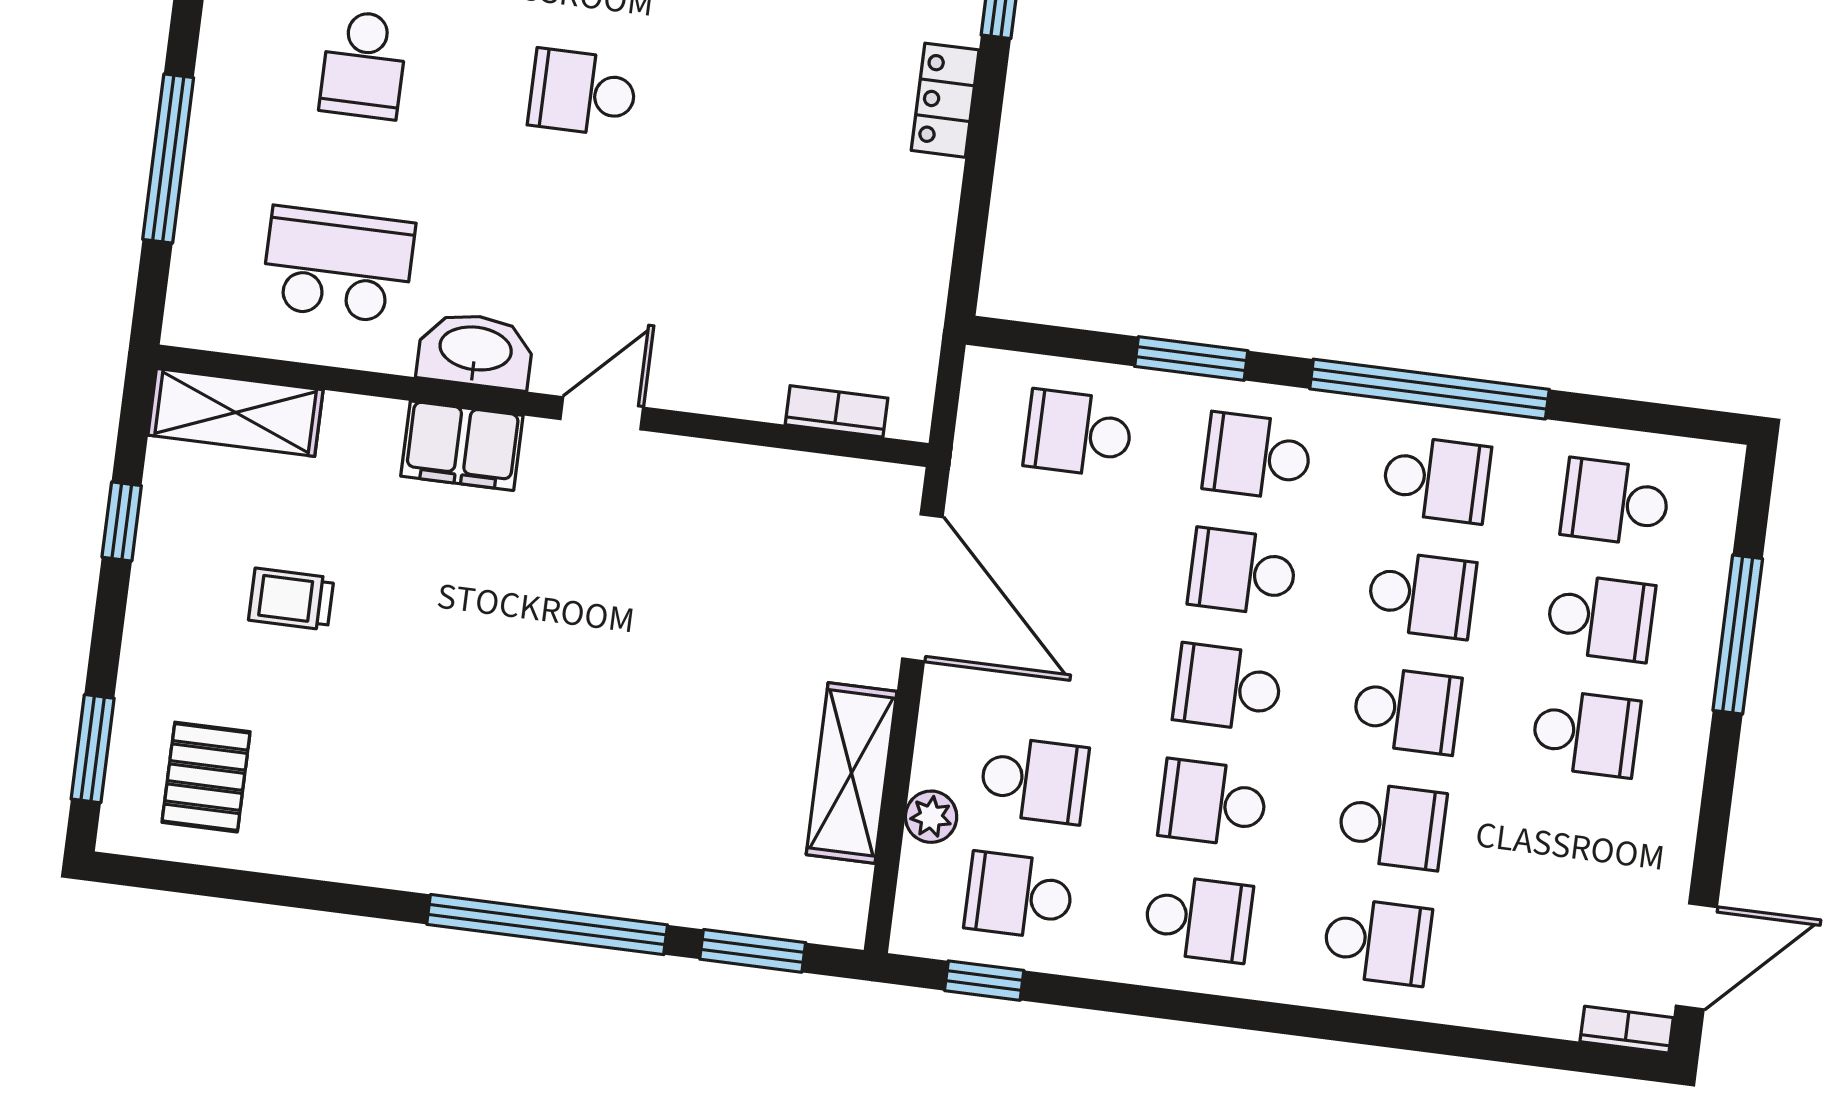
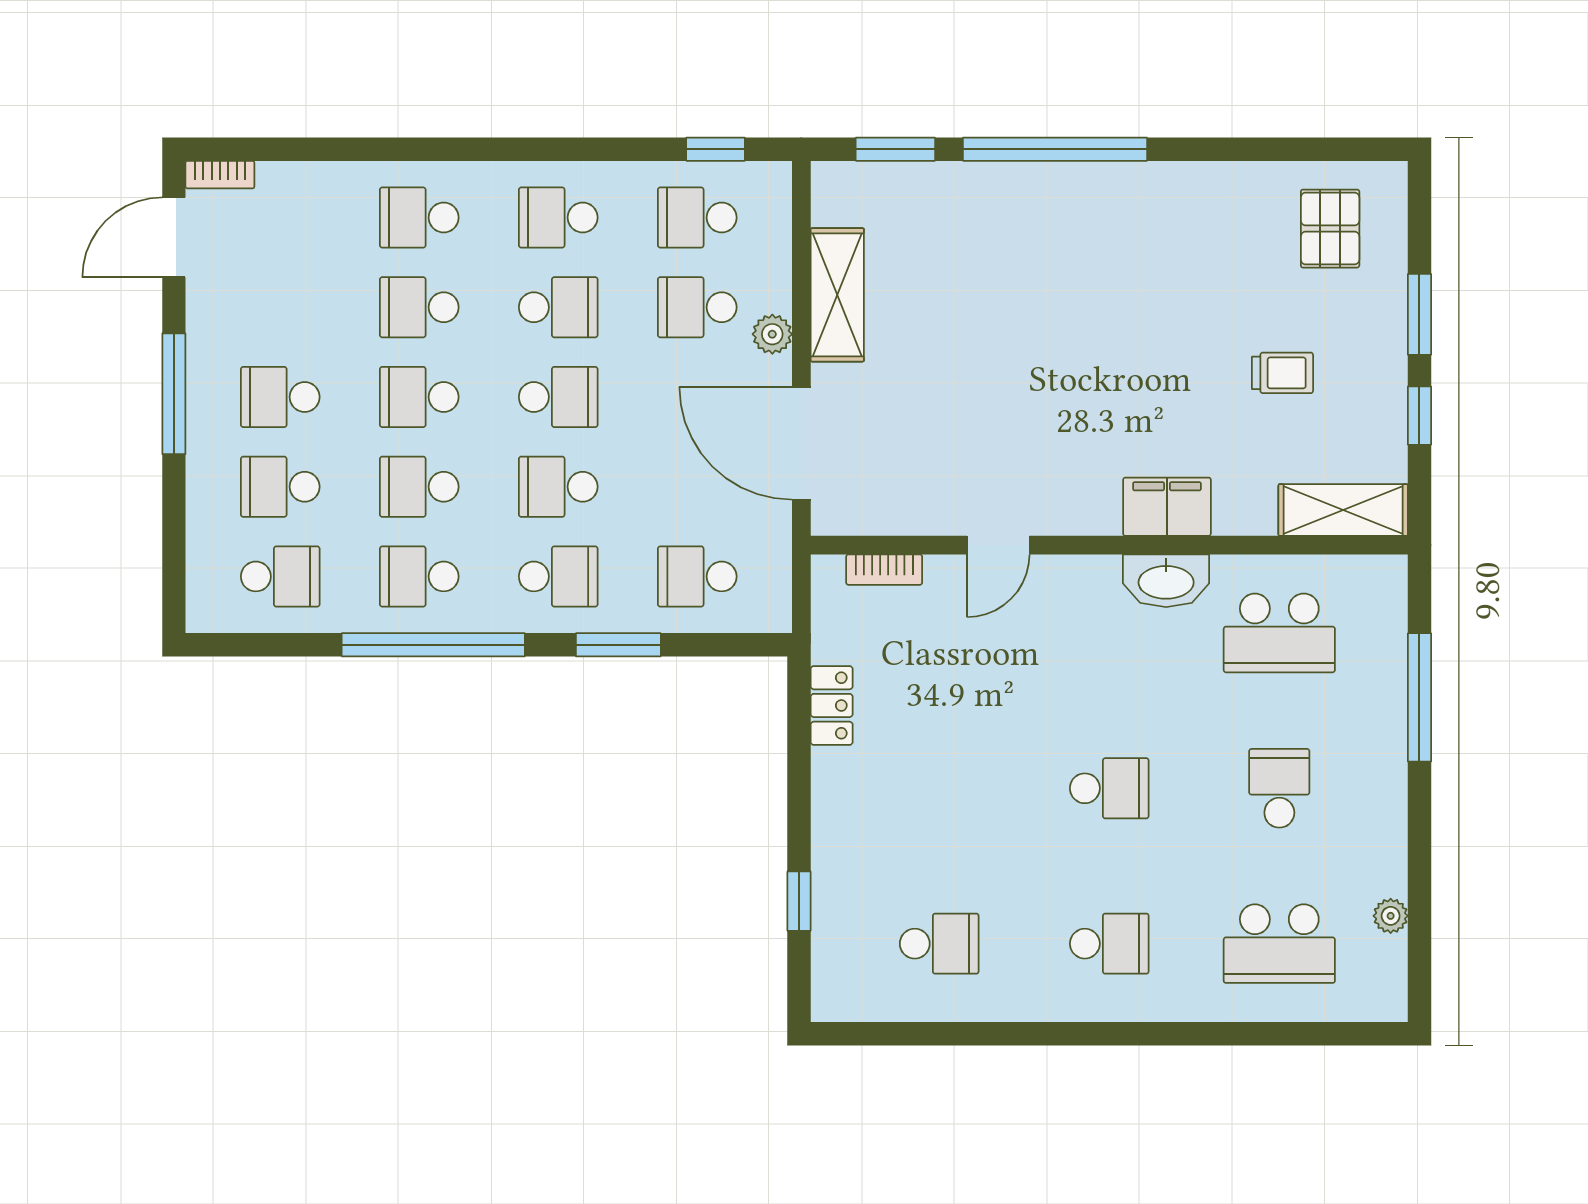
locker: (945, 100) -> (832, 705), moved
door: (602, 413) -> (998, 545), moved
school desk: (1078, 433) -> (697, 576), turned 180
school desk: (1243, 572) -> (558, 487), turned 180
window: (1738, 634) -> (174, 394), moved
window: (93, 749) -> (1419, 314), moved
plant: (931, 817) -> (772, 334), moved
school desk: (1019, 896) -> (697, 218), turned 180

